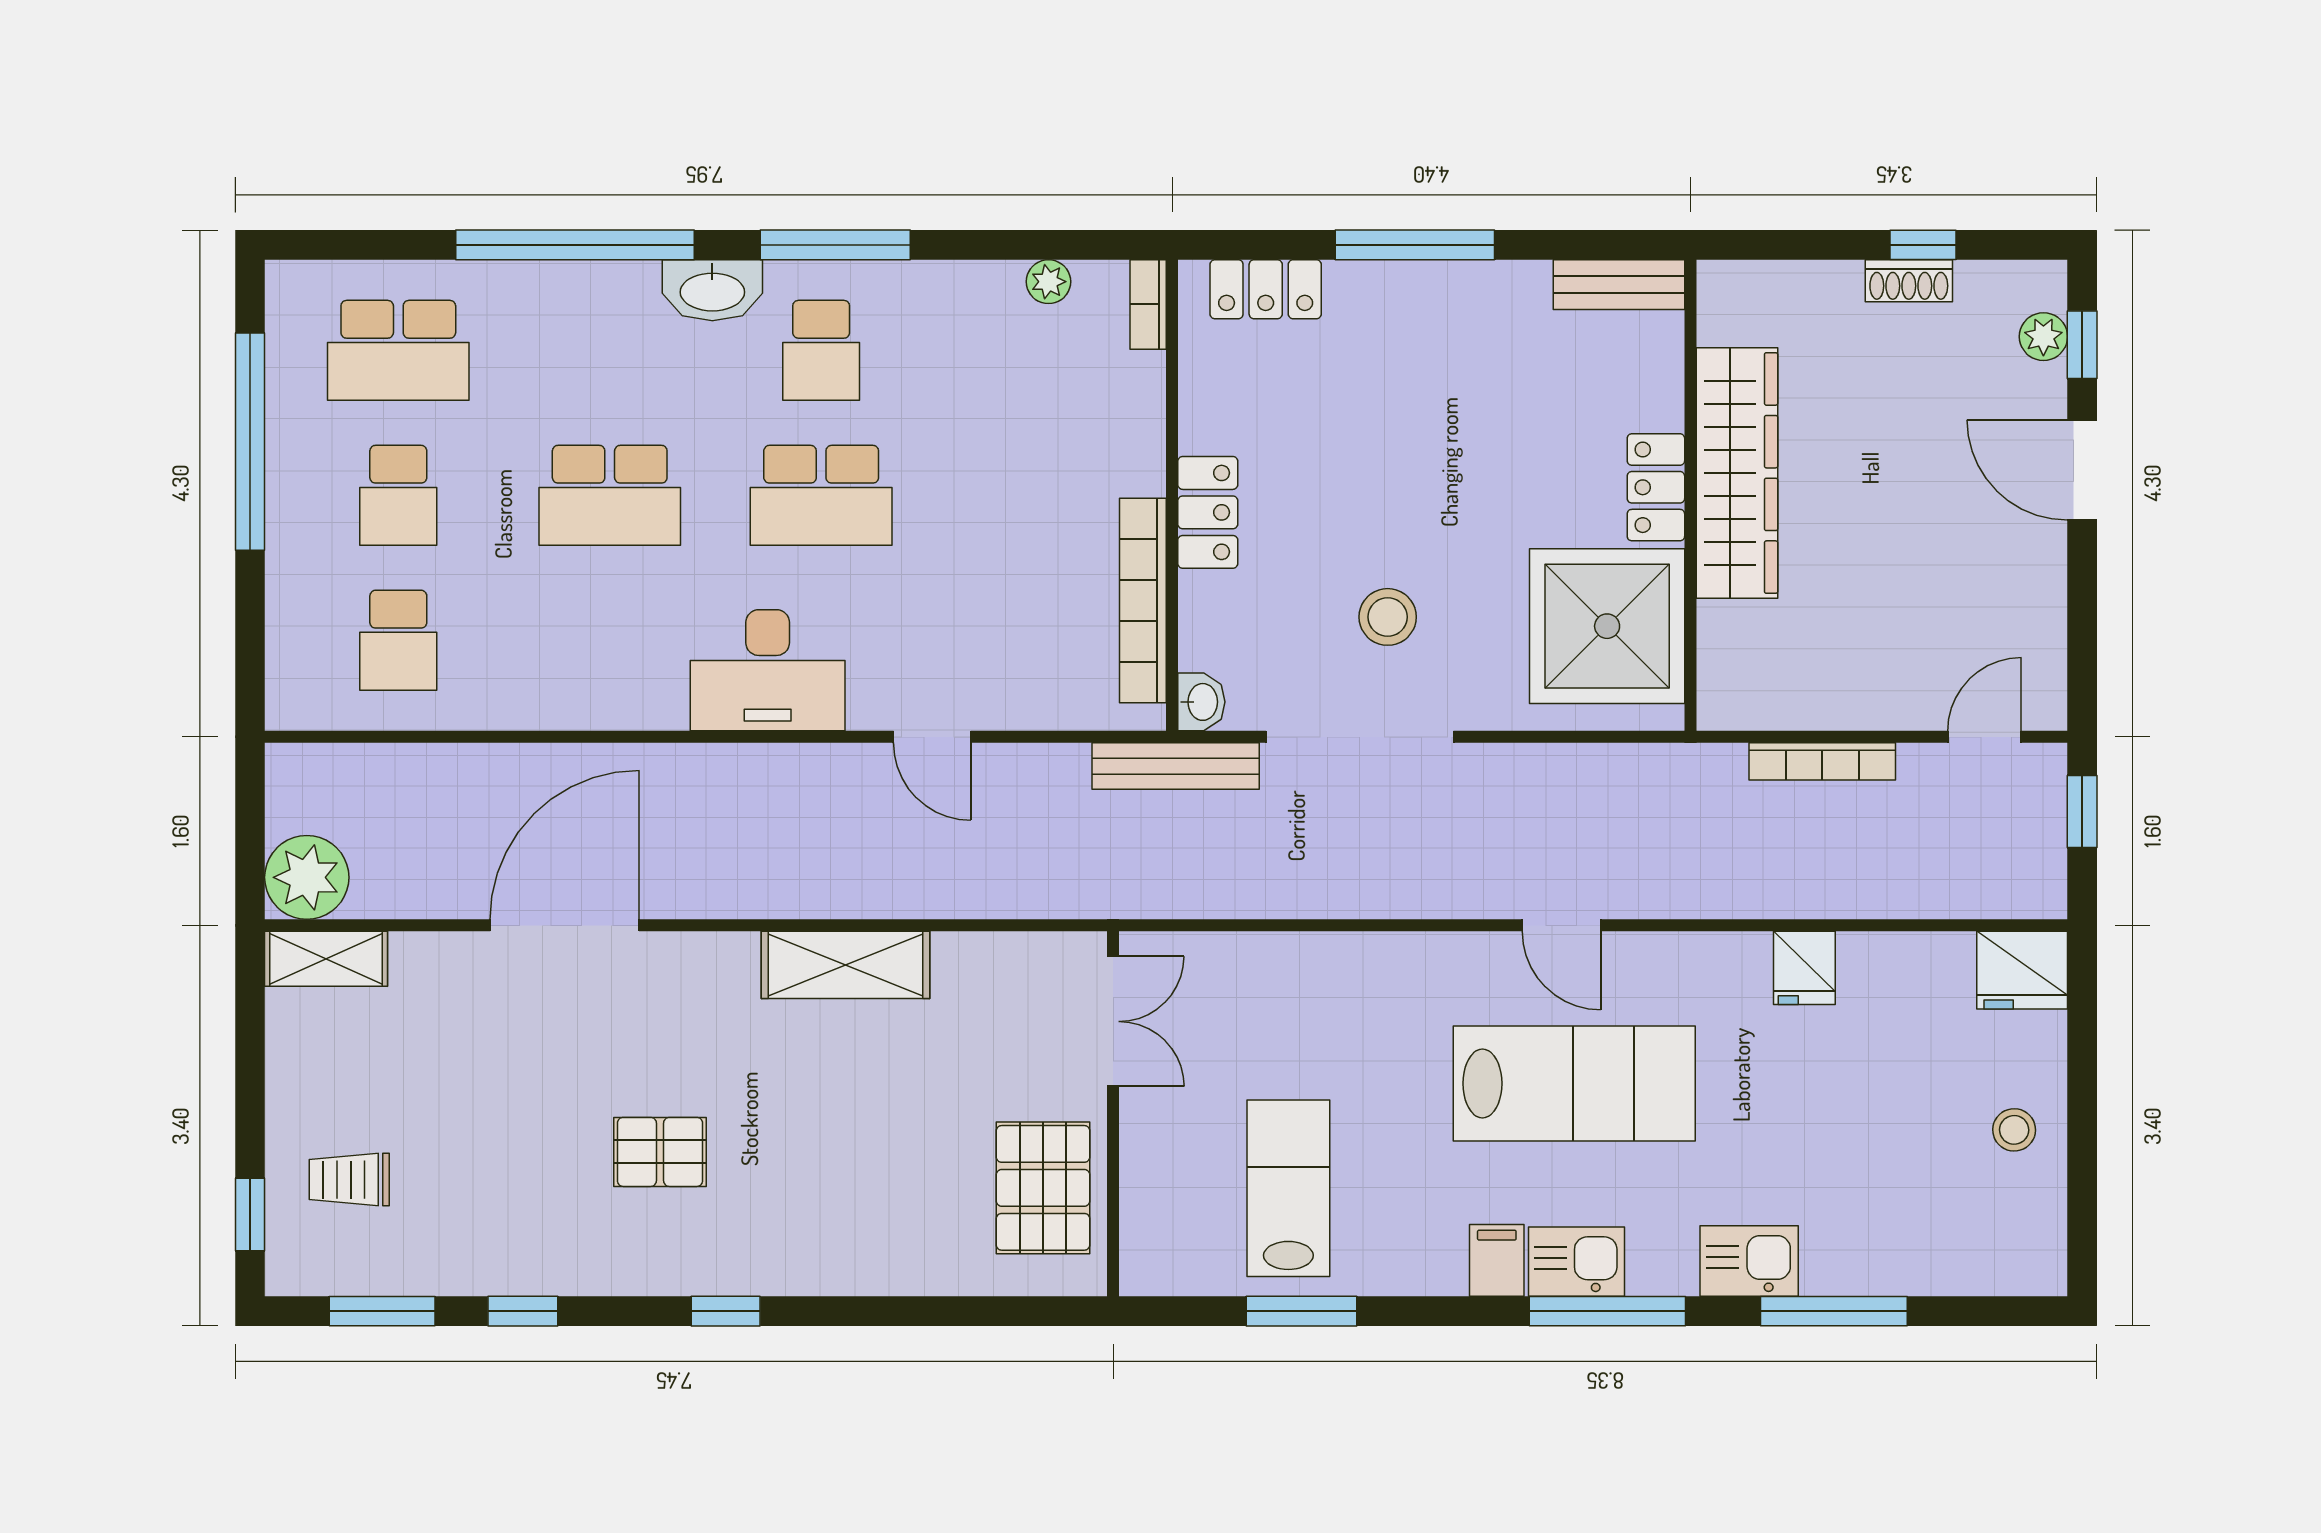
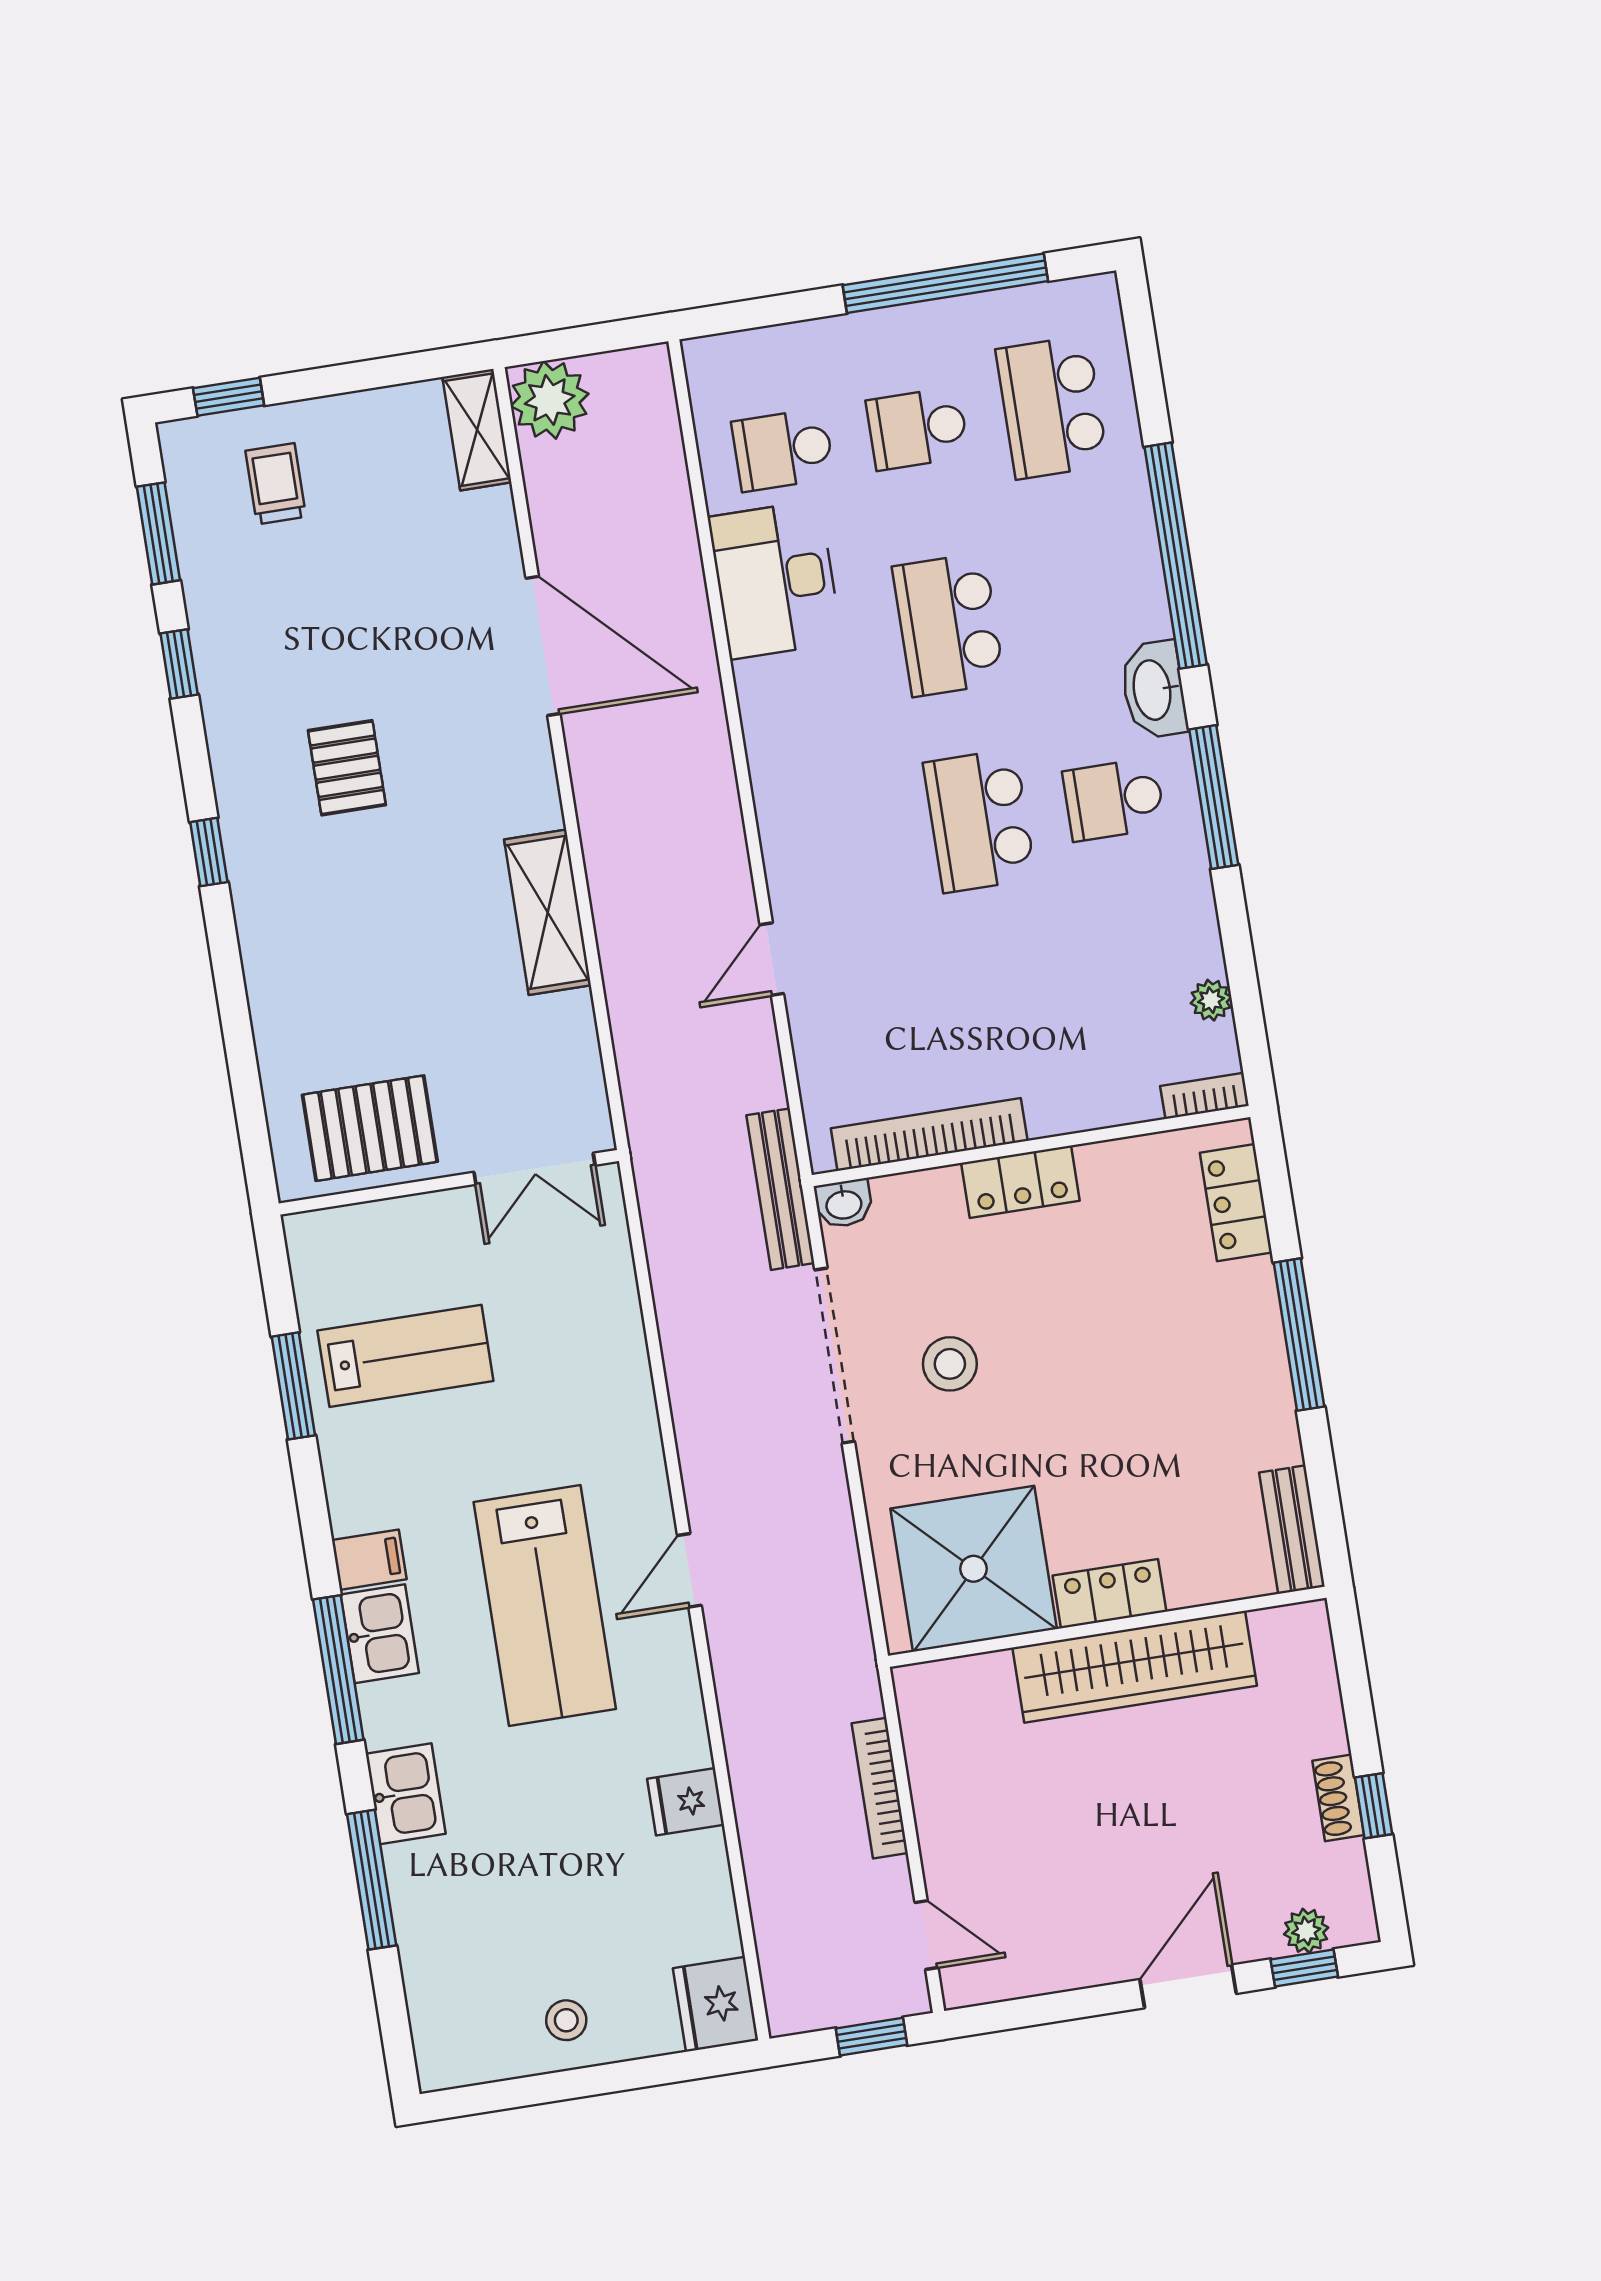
desk: (768, 670) -> (775, 580), moved

